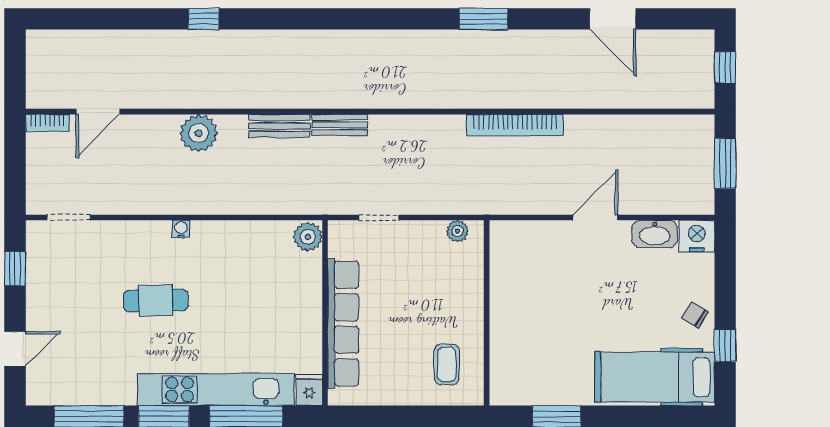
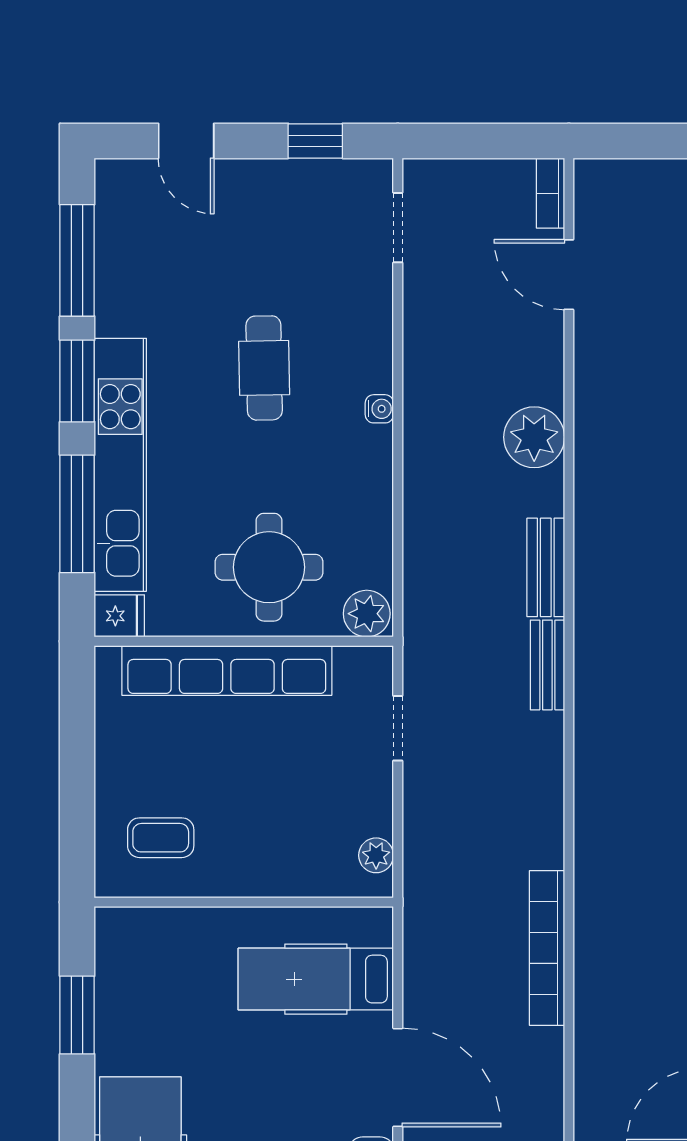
door: (595, 218) -> (398, 1077), width x1.36
hospital bed: (534, 268) -> (316, 979), added
round table: (279, 297) -> (269, 567), added

